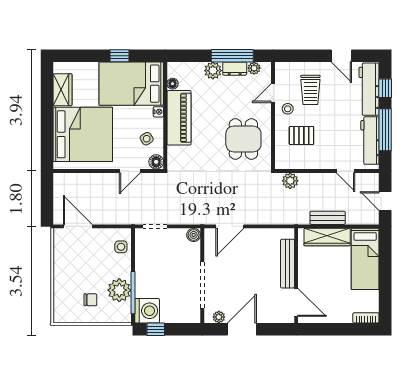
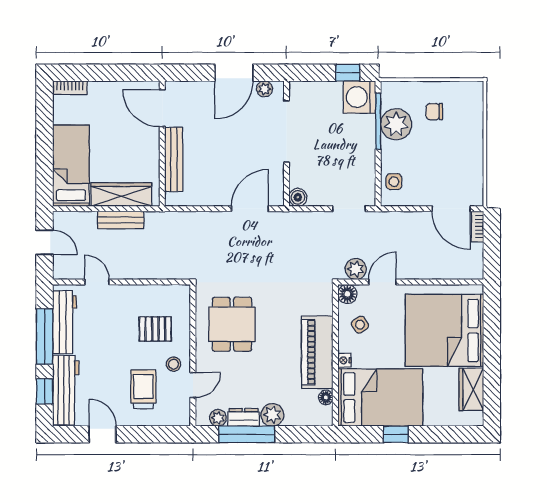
plant: (290, 181) -> (356, 269), moved
bookcase: (58, 213) -> (477, 227), added

